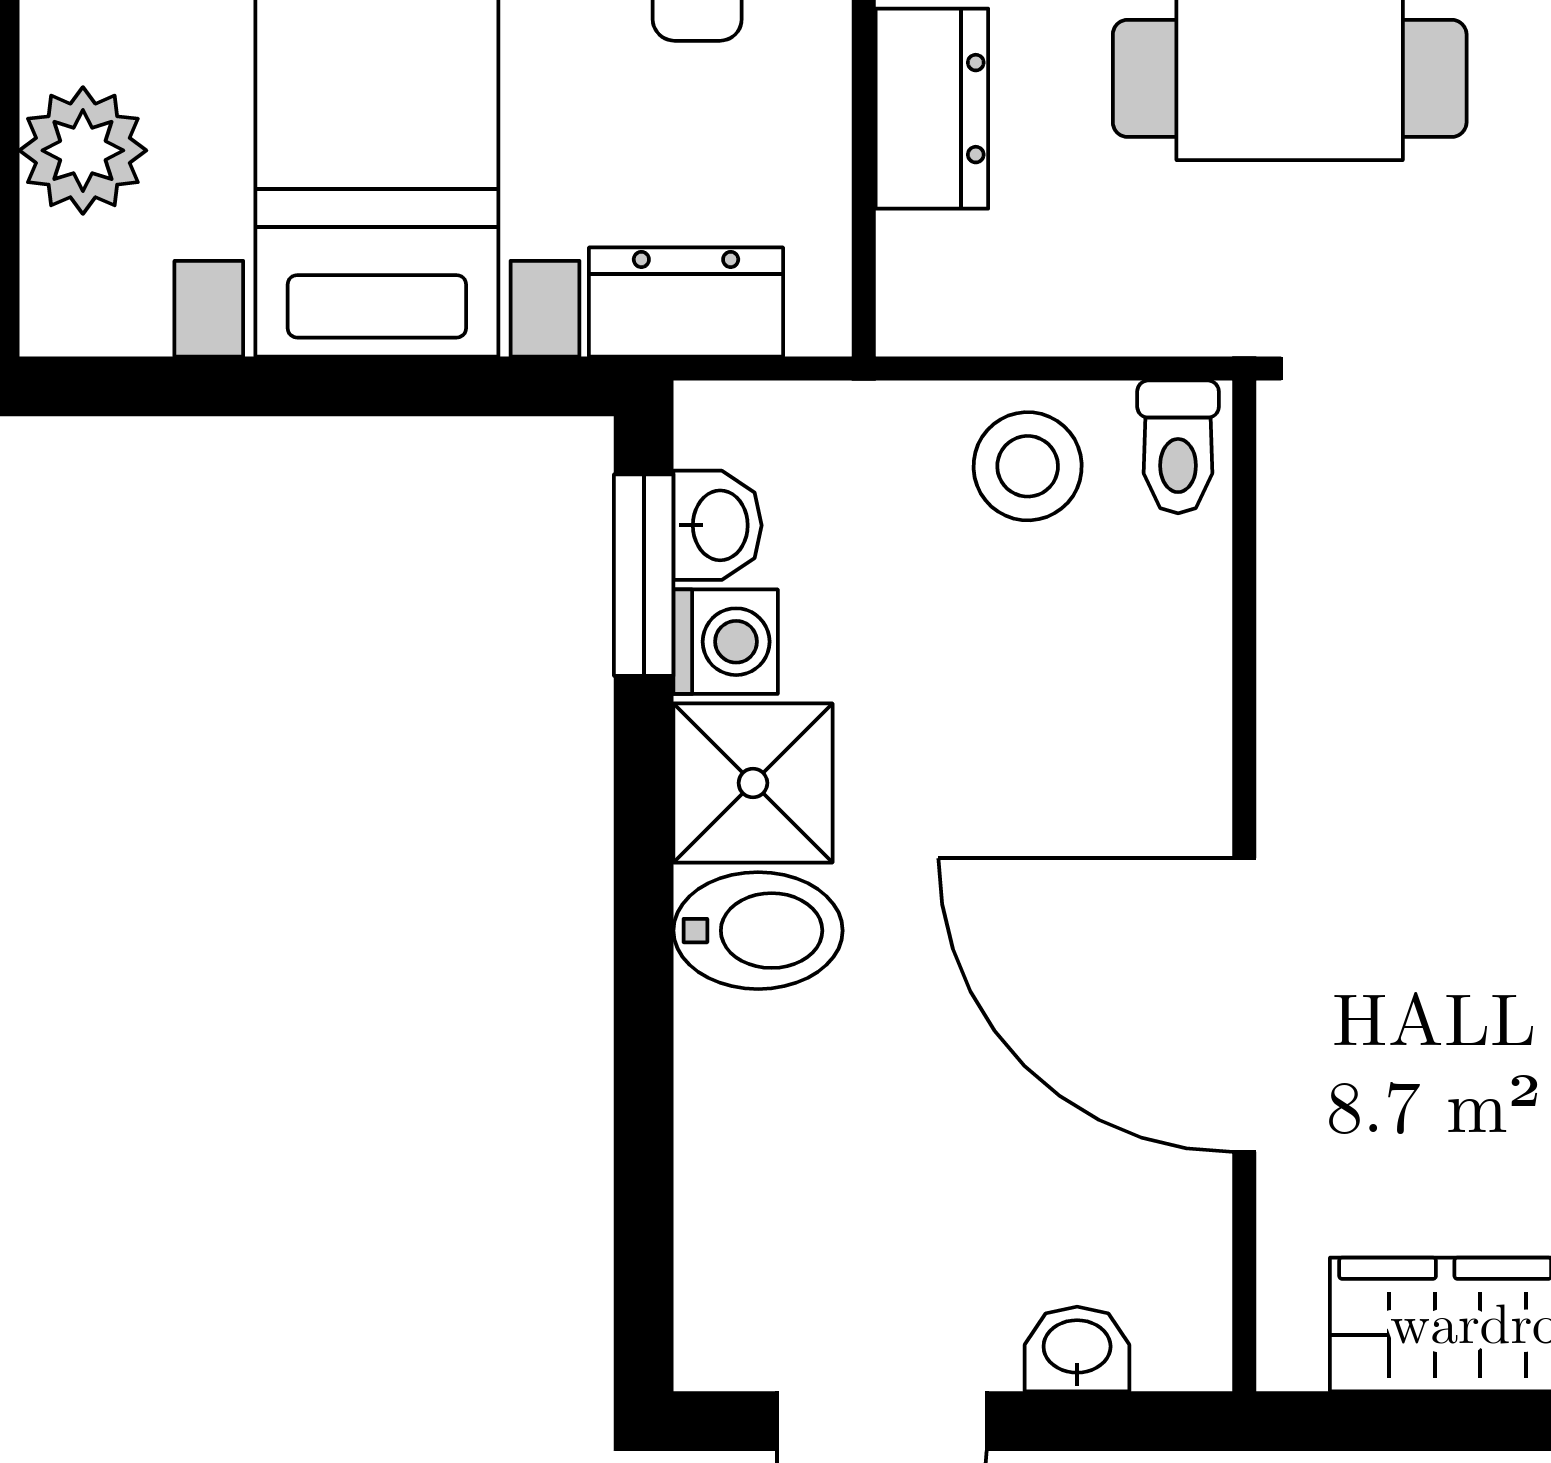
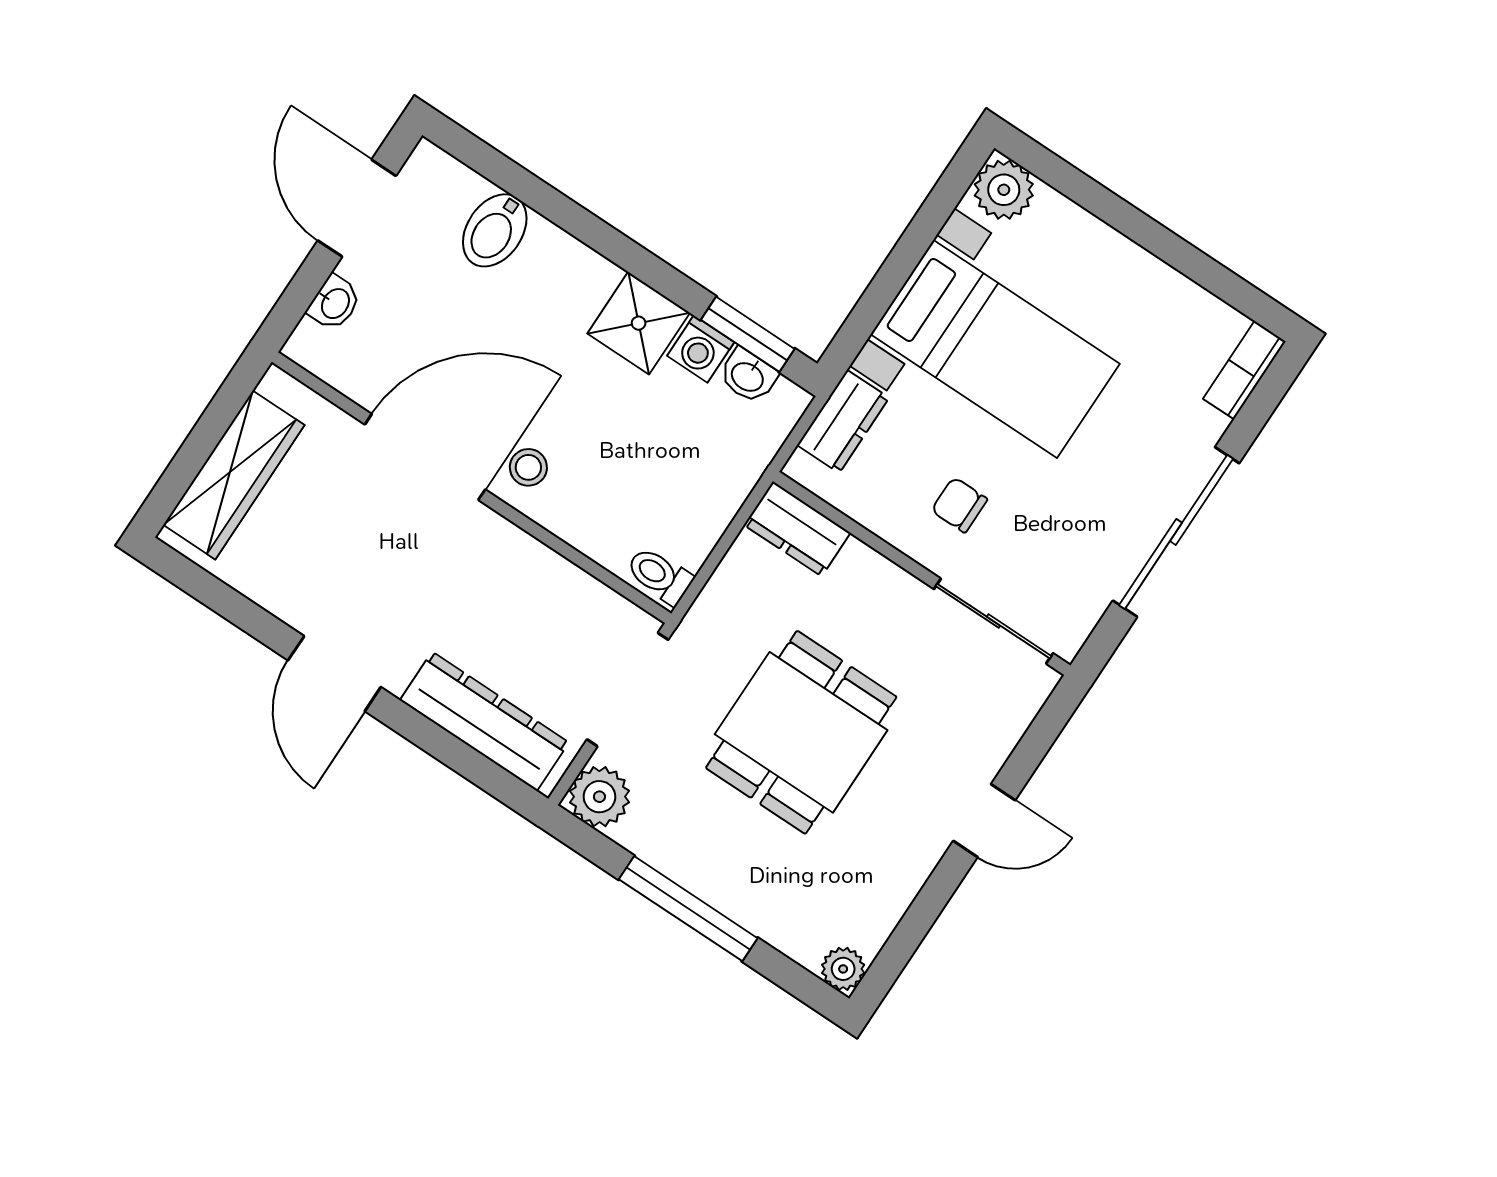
dresser: (932, 109) -> (797, 529), moved
plant: (83, 150) -> (1004, 190), moved
stool: (1028, 466) -> (528, 467), moved, width x0.73, depth x0.73
bidet: (758, 931) -> (495, 230), moved

